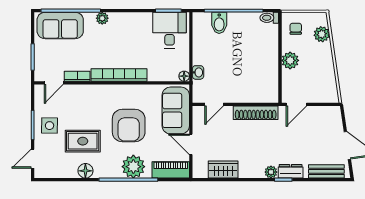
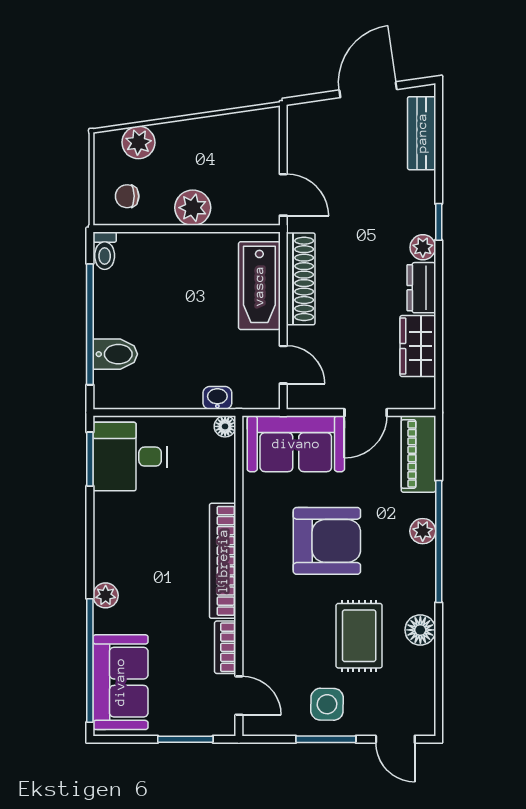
bathtub: (252, 93) -> (259, 286), added
plant: (133, 167) -> (423, 531), width x0.53, depth x0.53
dresser: (291, 171) -> (421, 288), moved

